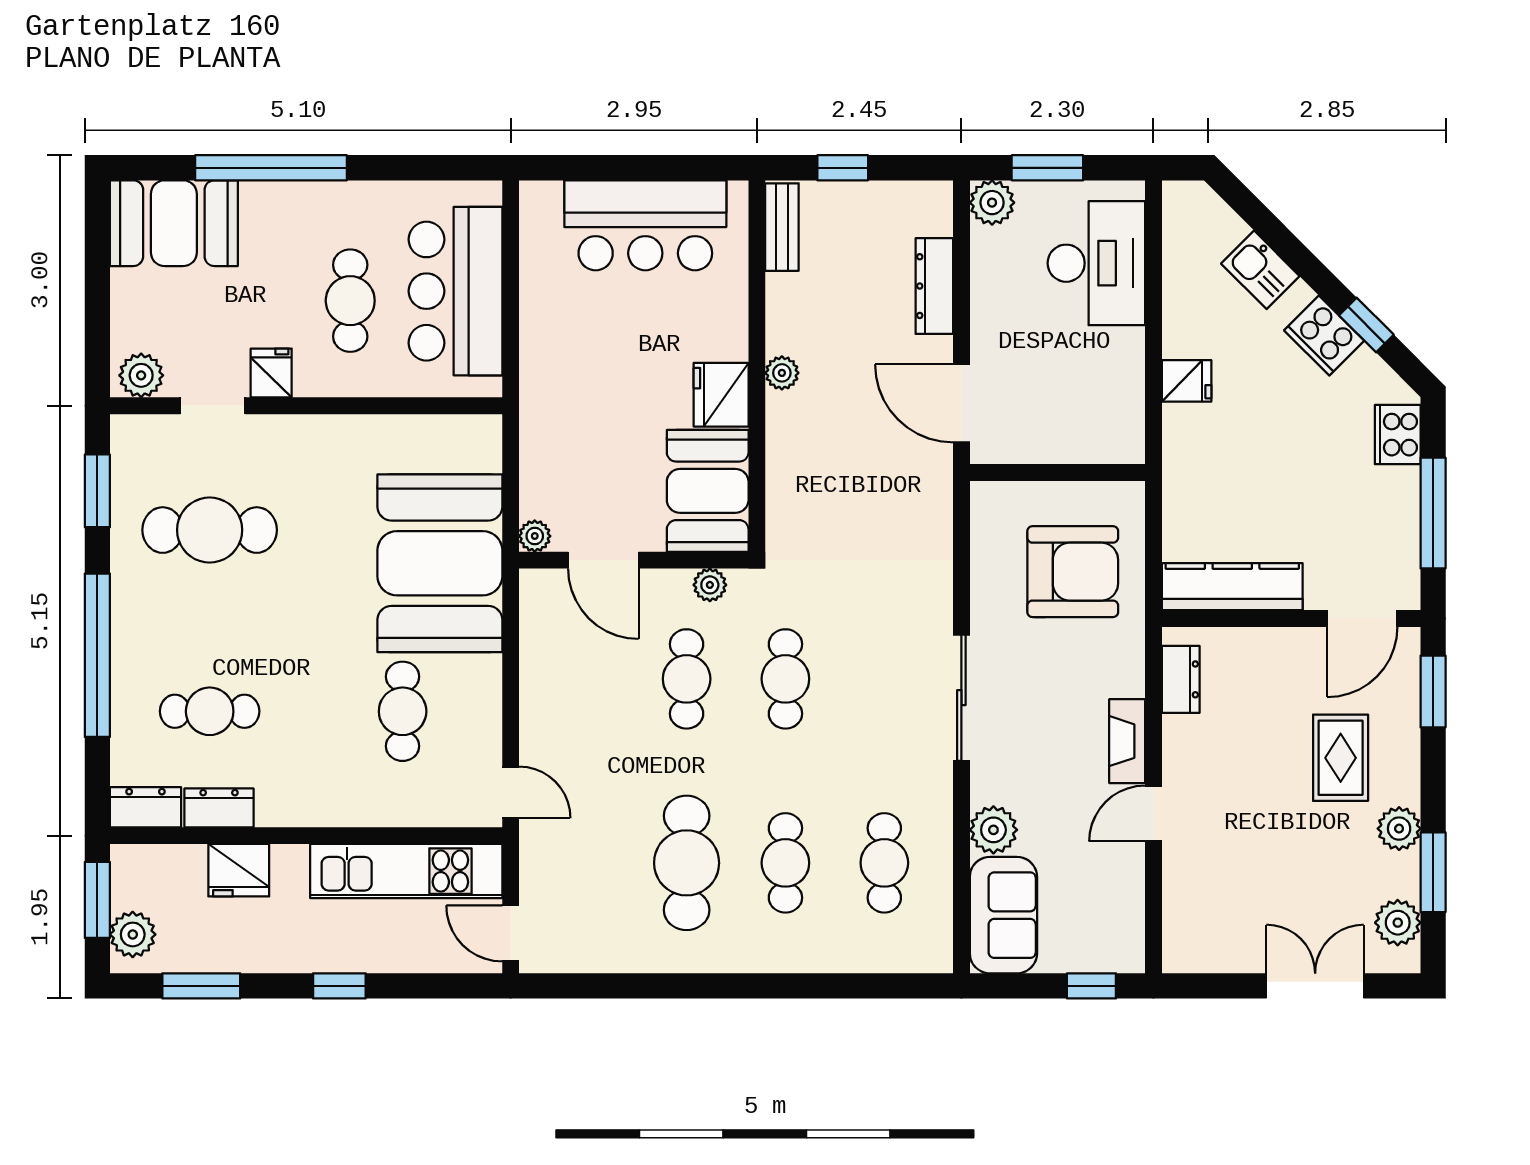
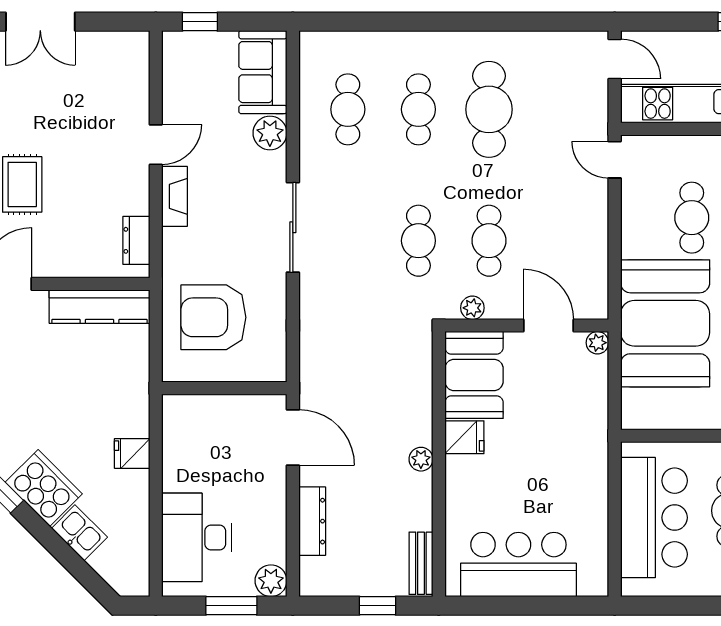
cooker: (1324, 335) -> (44, 488), width x1.37, depth x1.31
fridge: (721, 395) -> (464, 437), width x0.72

